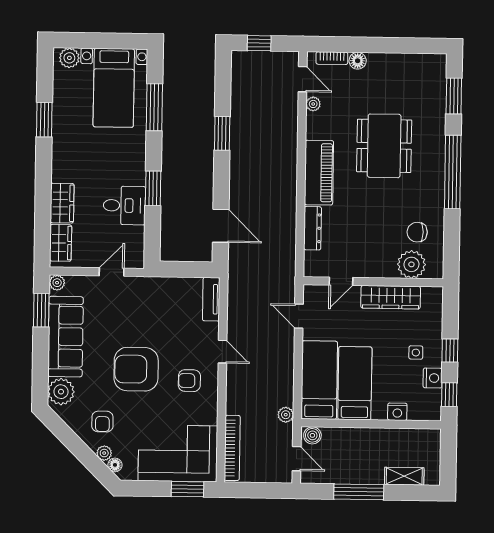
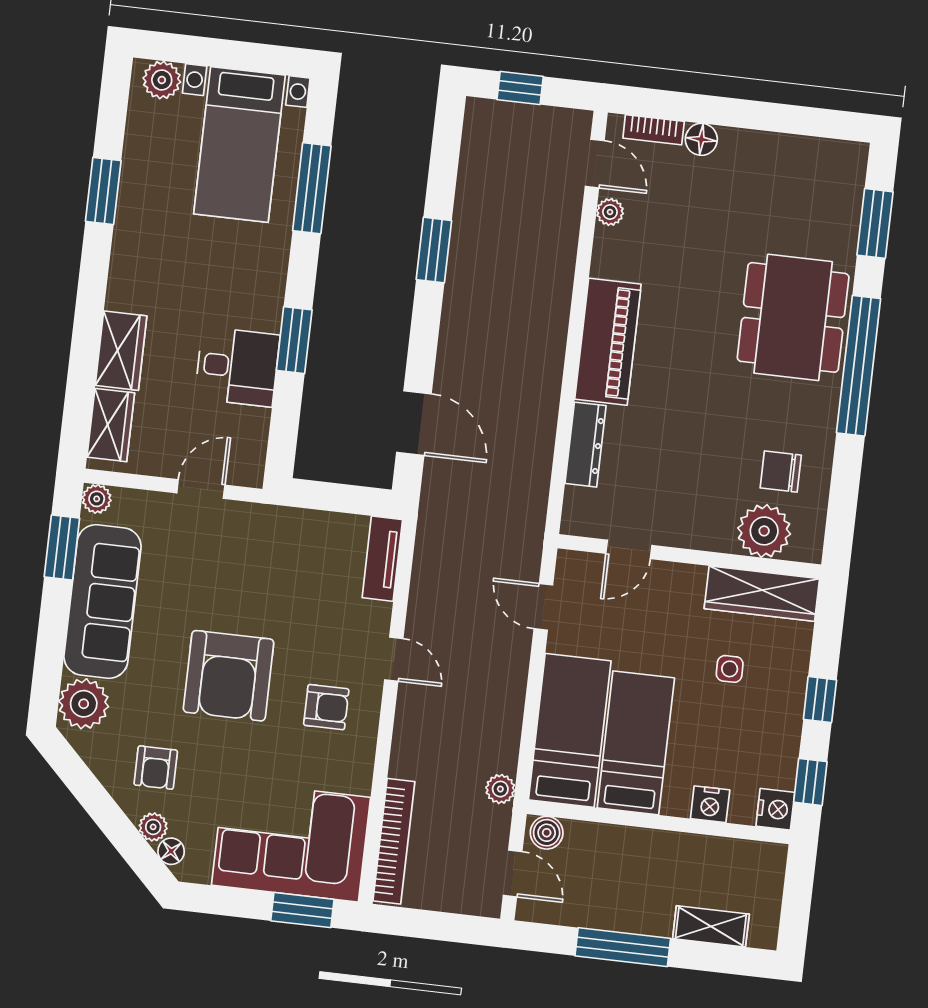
dining table: (384, 146) -> (793, 317), moved
wardrobe: (391, 297) -> (762, 594), moved
side table: (416, 353) -> (730, 669), moved
armchair: (136, 369) -> (229, 676), turned -90
nightstand: (433, 378) -> (775, 809), moved
armchair: (189, 381) -> (326, 707), turned 180

